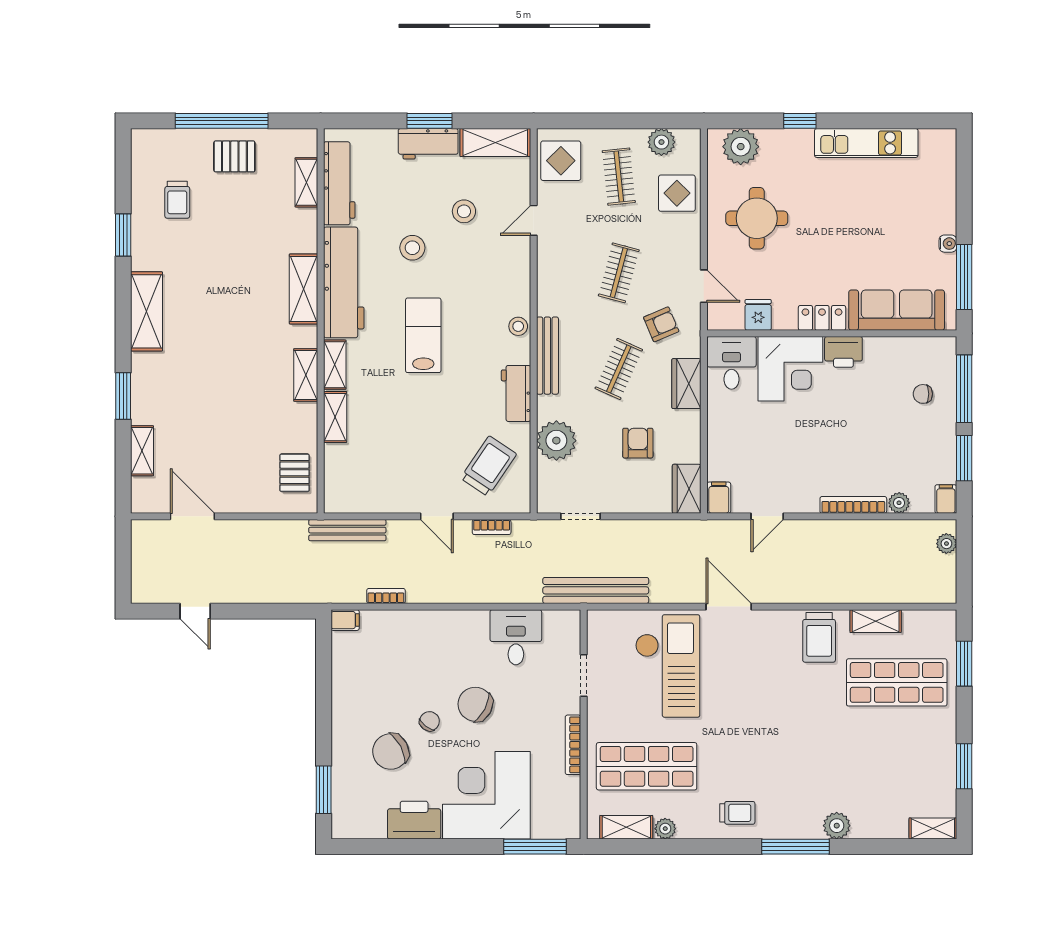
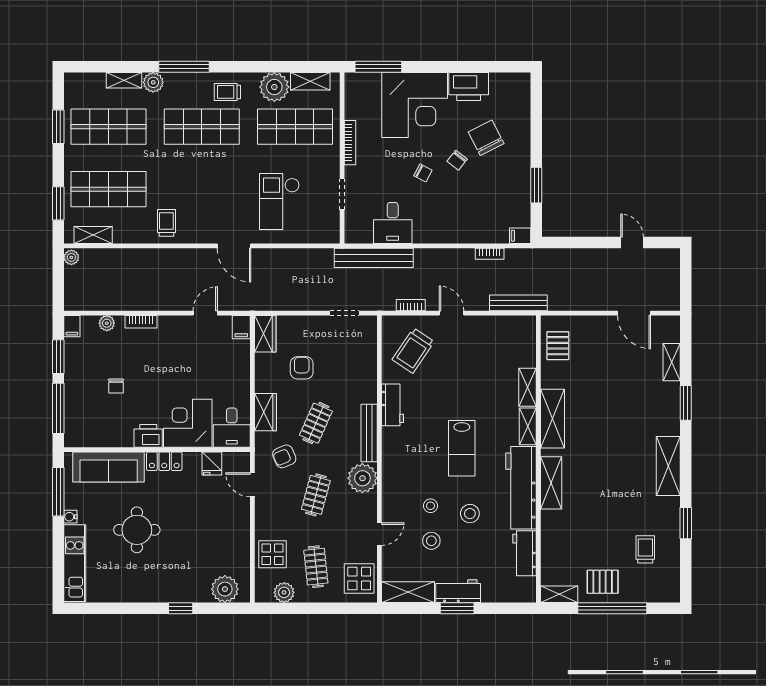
kitchen unit: (866, 143) -> (75, 563), moved, turned 90
shelving: (306, 182) -> (559, 594), moved, turned 90
workbench: (339, 183) -> (524, 553), width x0.73
round table: (757, 218) -> (137, 530), moved
stool: (518, 326) -> (430, 506), moved
shelving: (306, 375) -> (552, 419), width x1.50, depth x1.33
chair: (923, 394) -> (116, 386), moved, turned 90
plant: (556, 441) -> (362, 478), moved
armchair: (638, 443) -> (302, 368), turned 180
bookcase: (853, 505) -> (141, 322), width x0.64
plant: (946, 544) -> (71, 257), moved
bench: (596, 590) -> (374, 258), moved
shelving: (876, 621) -> (93, 235), moved
trolley: (819, 637) -> (166, 223), width x0.73, depth x0.72
checkout: (668, 666) -> (279, 201), width x0.73, depth x0.83
chair: (475, 704) -> (423, 173), width x0.54, depth x0.54
chair: (391, 751) -> (486, 138), turned -89
shop shelf: (772, 766) -> (202, 127), added
shop shelf: (897, 766) -> (109, 127), added
window: (324, 790) -> (536, 185), moved
shelving: (933, 828) -> (124, 80), moved
plant: (665, 829) -> (274, 87), width x1.88, depth x1.88

